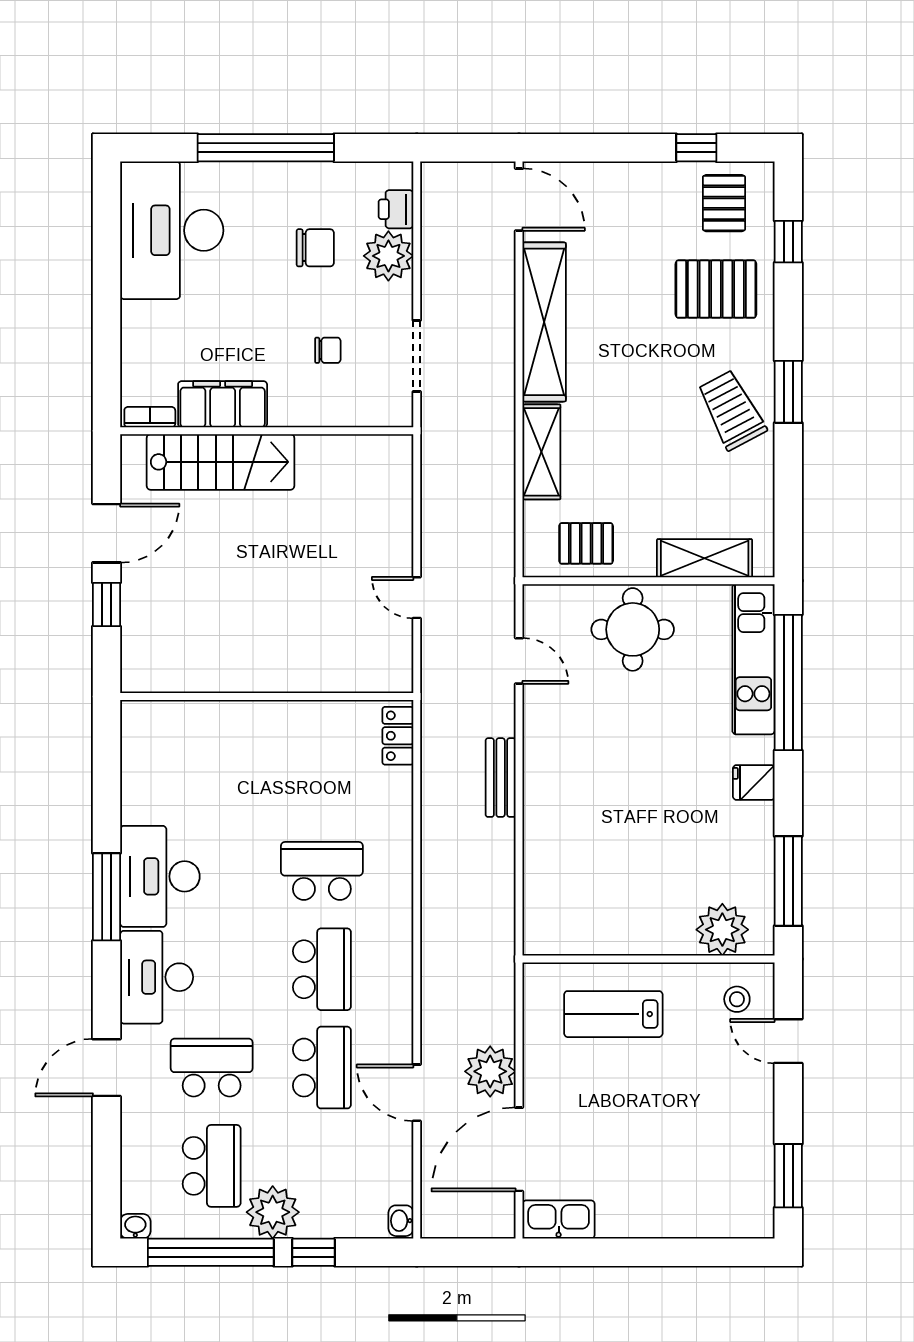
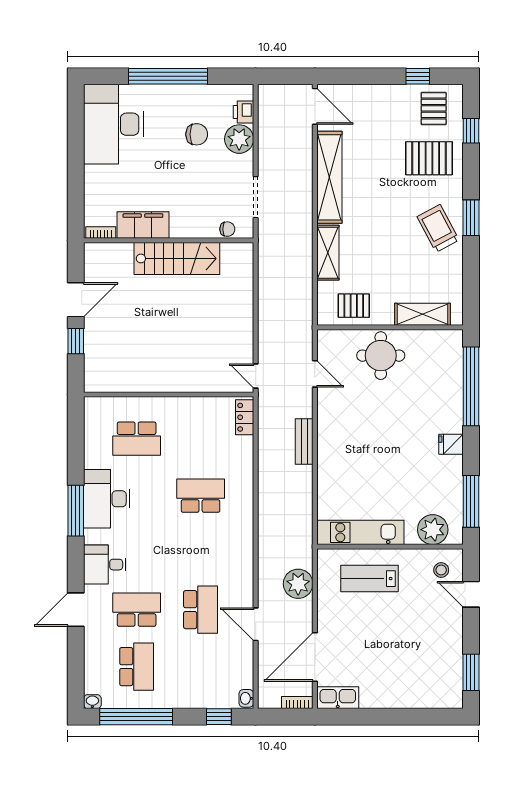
chair: (328, 350) -> (227, 229), moved
stairs: (221, 462) -> (177, 258), moved
door: (417, 598) -> (256, 376), moved
kitchen unit: (753, 659) -> (360, 532), moved, turned 90
school desk: (322, 969) -> (137, 439), moved, turned 90
desk: (157, 977) -> (105, 565), width x0.73
plant: (490, 1071) -> (298, 584), moved
plant: (273, 1212) -> (172, 693), removed
bookcase: (489, 1228) -> (297, 702), added
window: (313, 1252) -> (219, 717), moved

